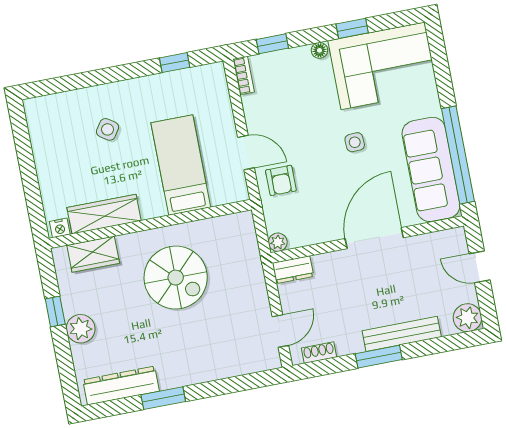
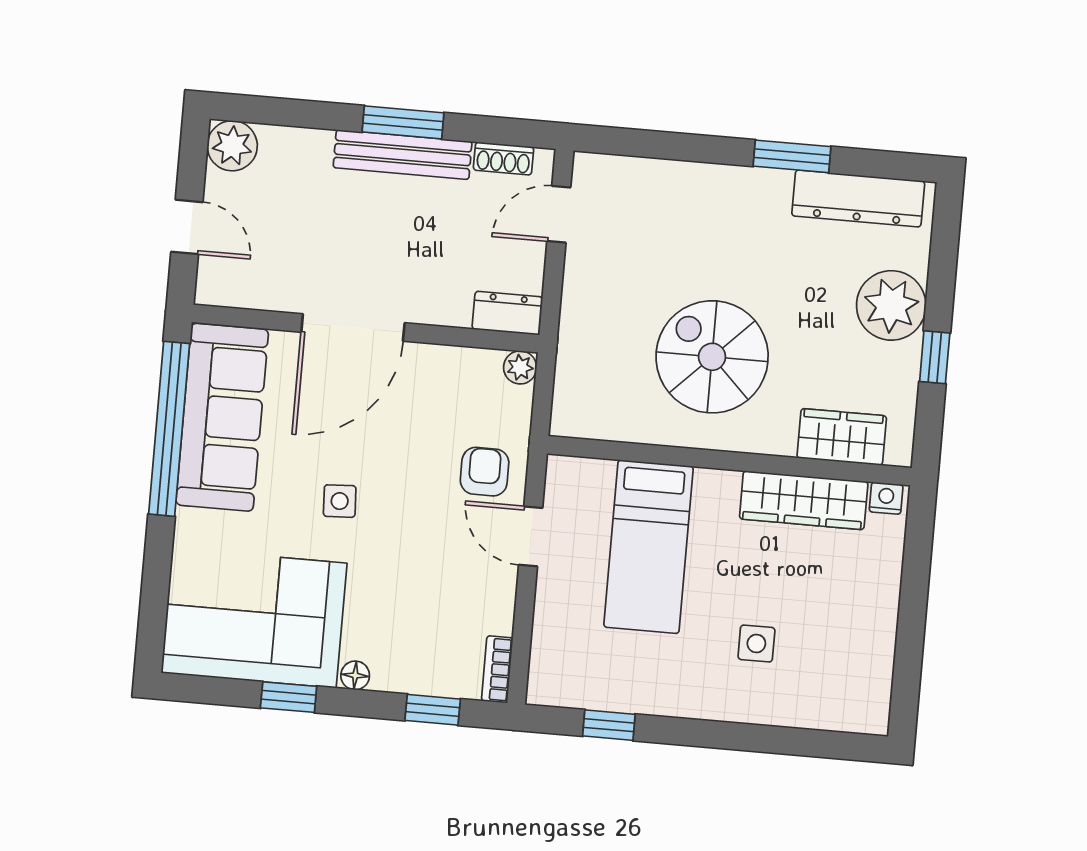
side table: (108, 129) -> (756, 643), turned -34
plant: (81, 329) -> (891, 305), width x1.36, depth x1.36
bench: (402, 334) -> (403, 155), moved

